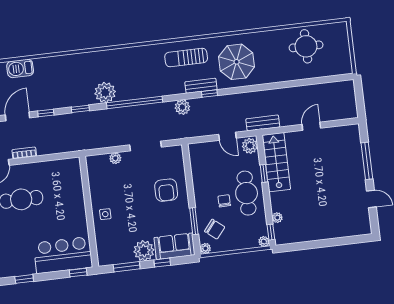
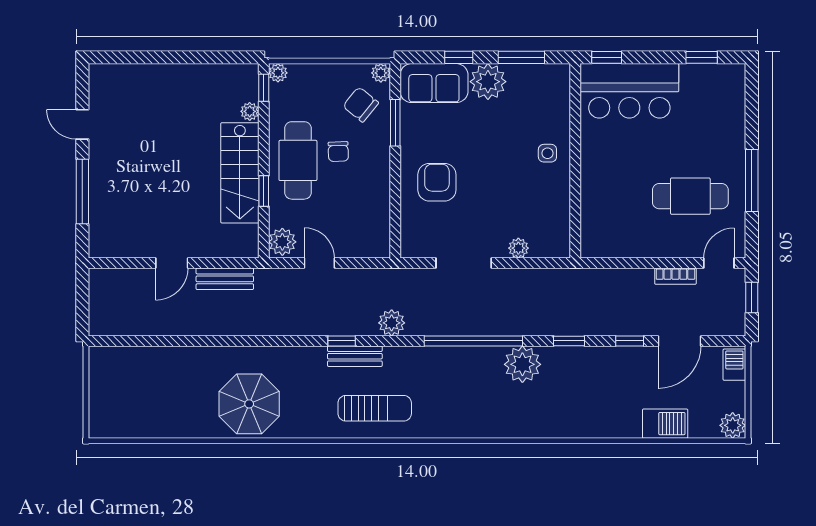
round table: (306, 46) -> (164, 403), removed
parasol: (237, 62) -> (249, 404), moved
bench: (263, 123) -> (225, 279), moved
stairs: (276, 162) -> (240, 173), moved

